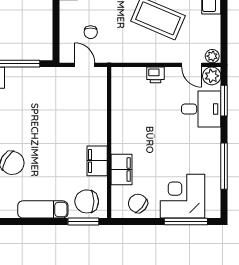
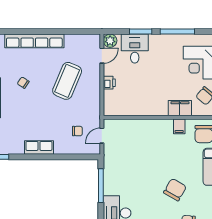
plant: (212, 56) -> (95, 40), removed
window: (224, 101) -> (141, 32), moved
filing cabinet: (97, 161) -> (179, 126), width x0.50

